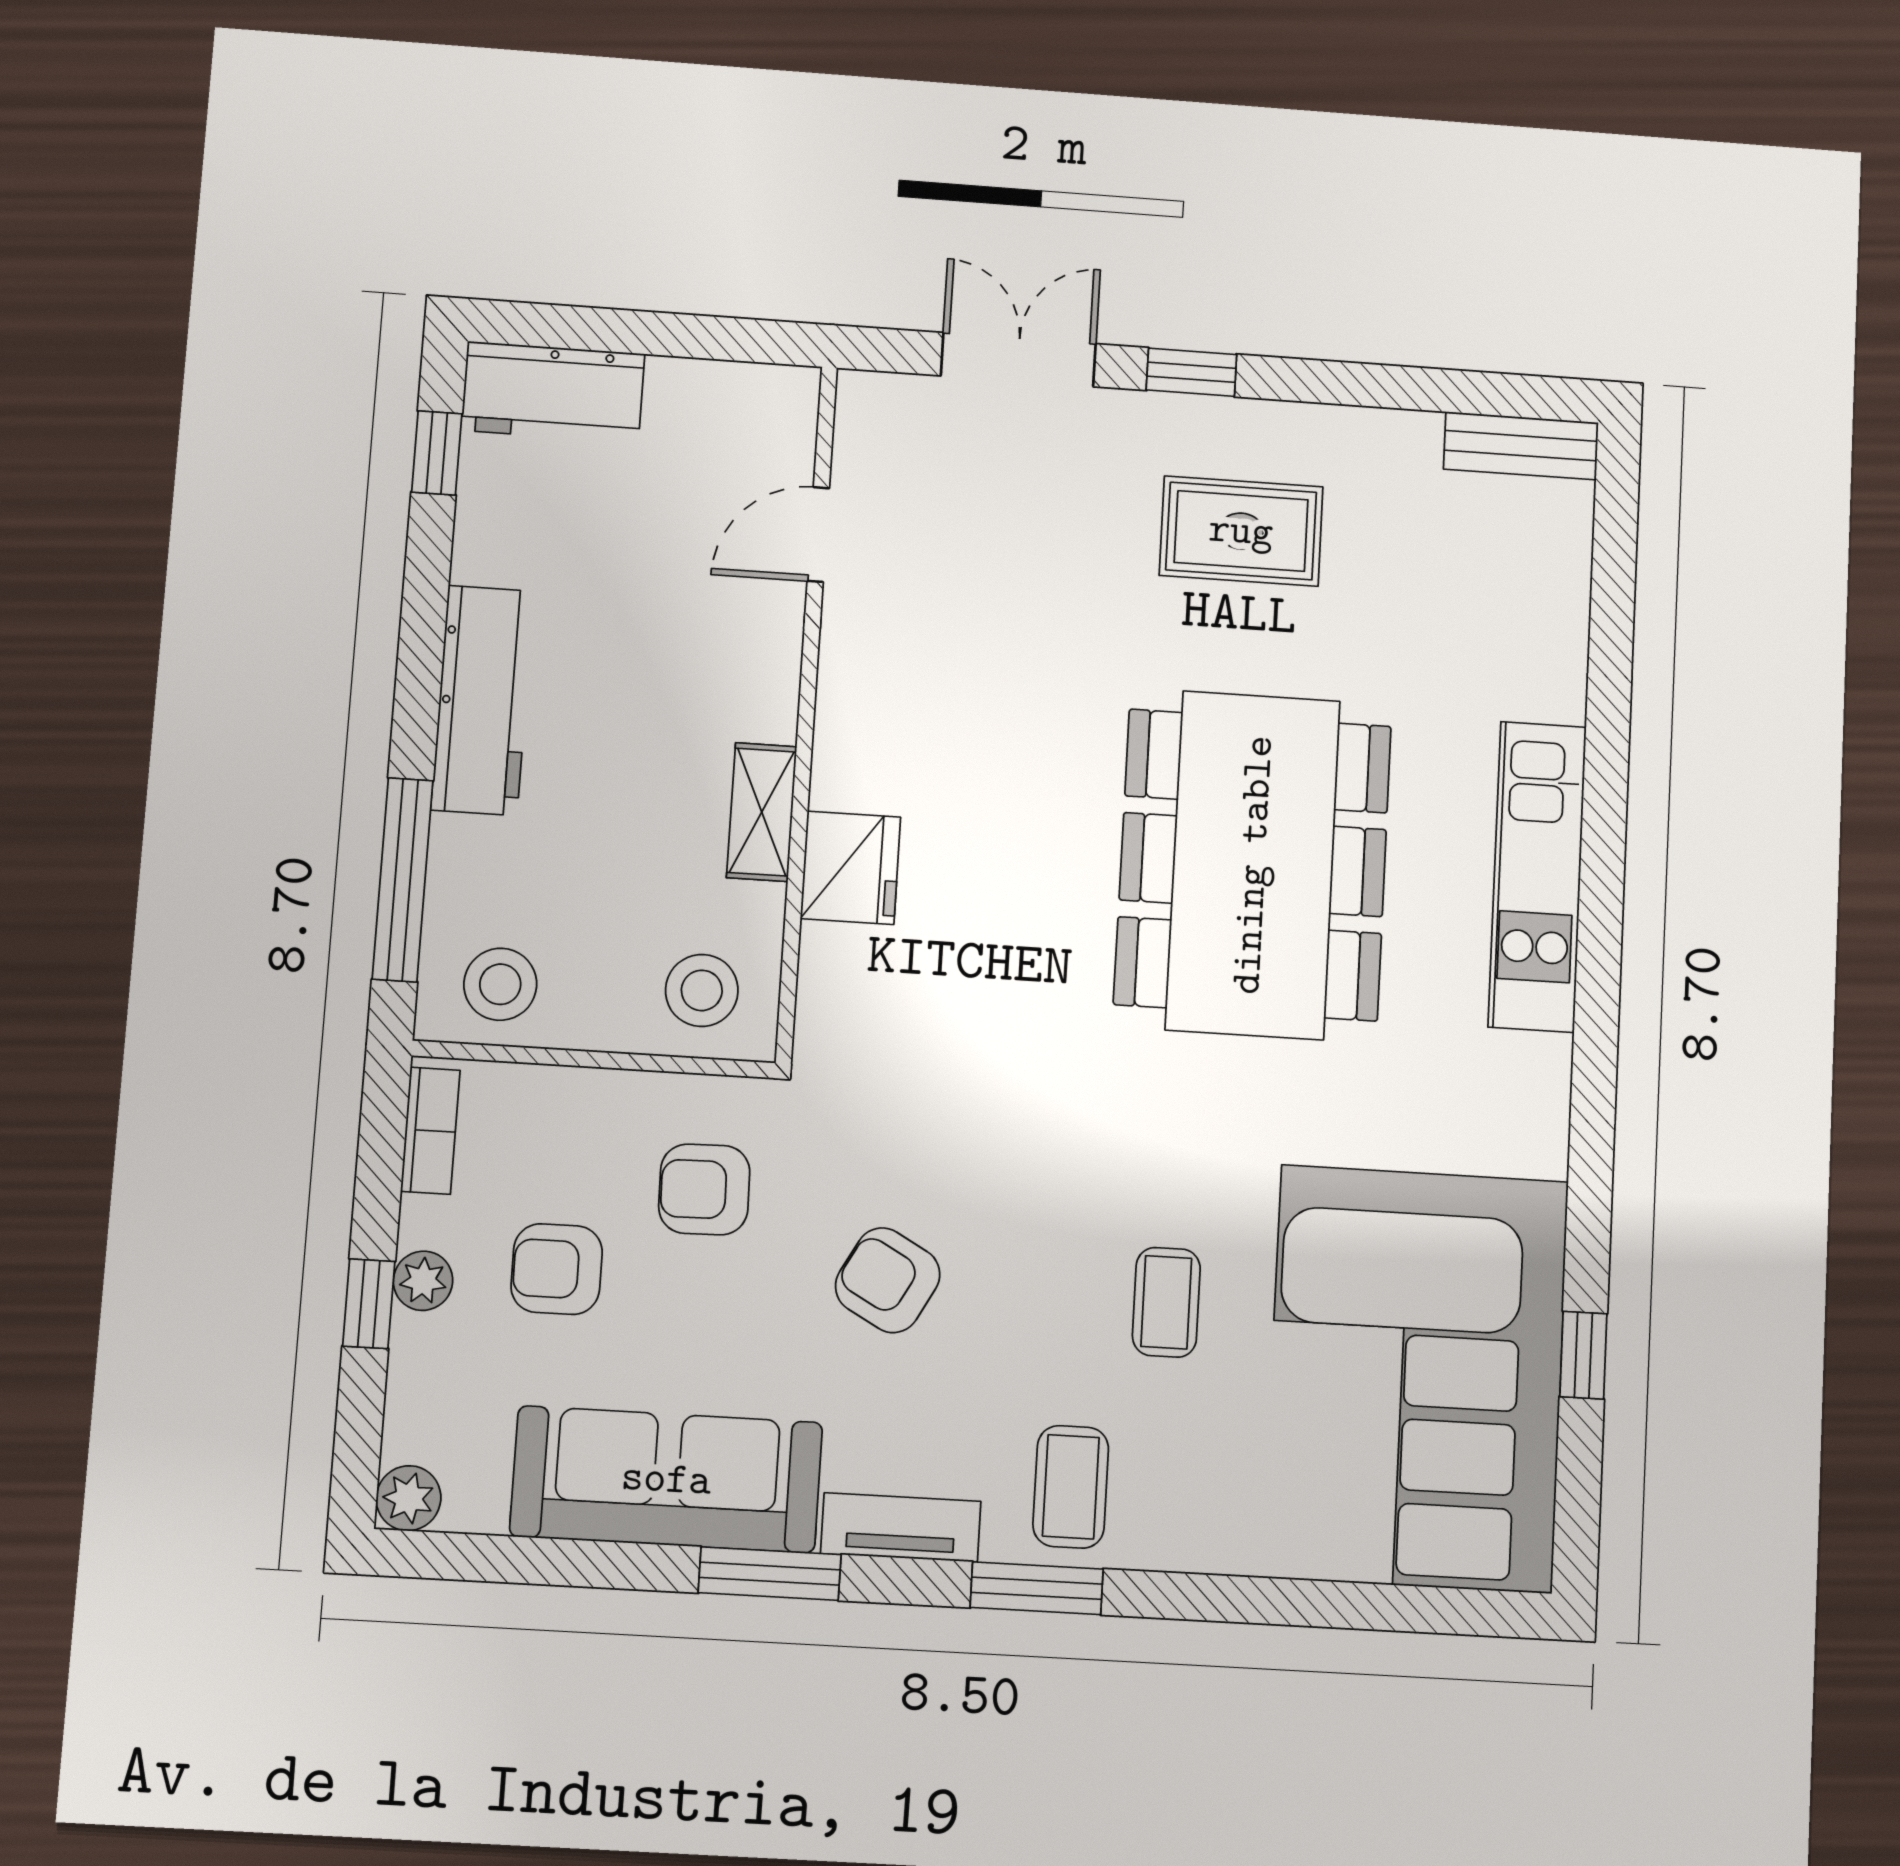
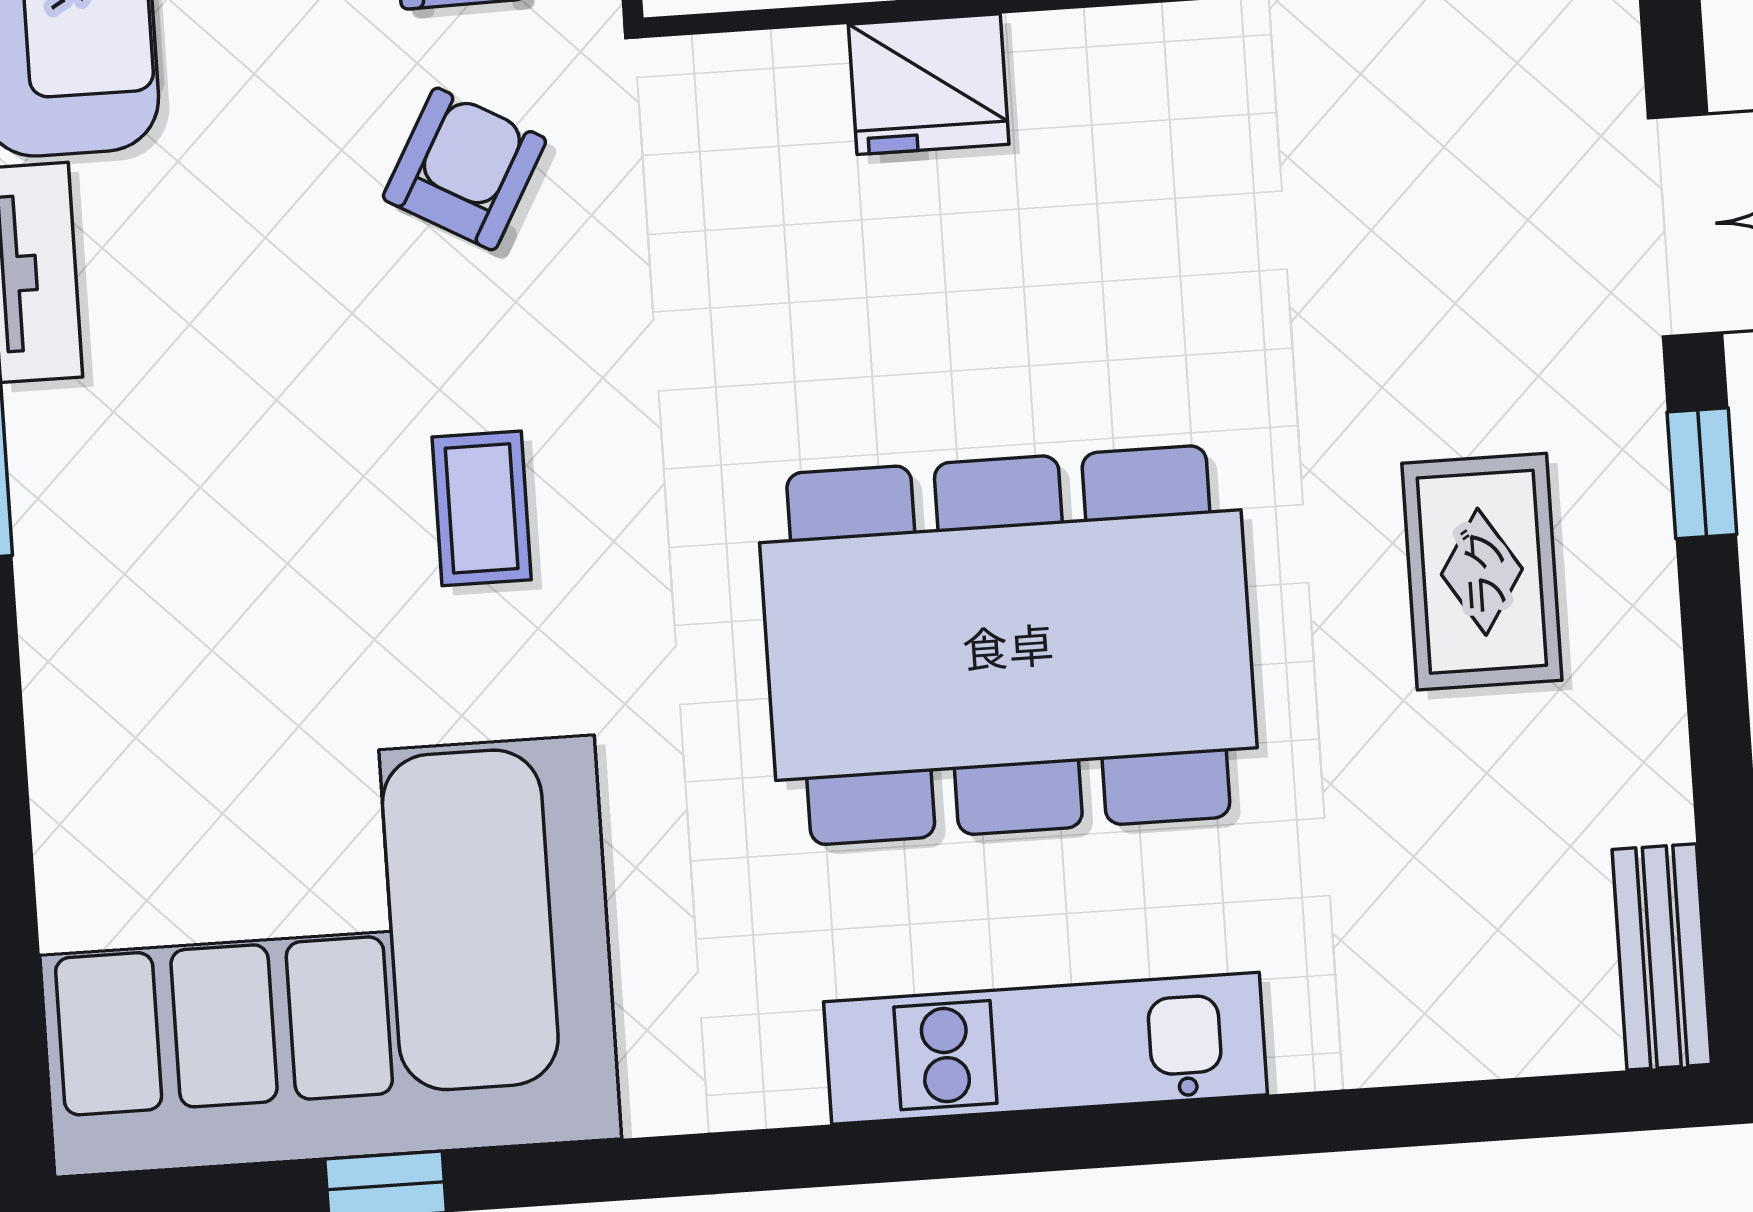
armchair: (888, 1280) -> (464, 169), moved
coffee table: (1166, 1302) -> (482, 508), moved, turned 90
coffee table: (1071, 1487) -> (118, 497), removed

